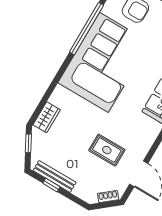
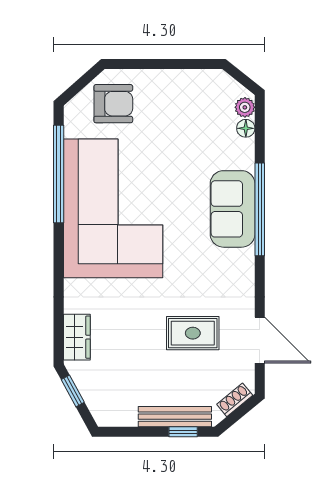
bench: (55, 176) -> (175, 417), moved
window: (51, 185) -> (183, 432), moved

